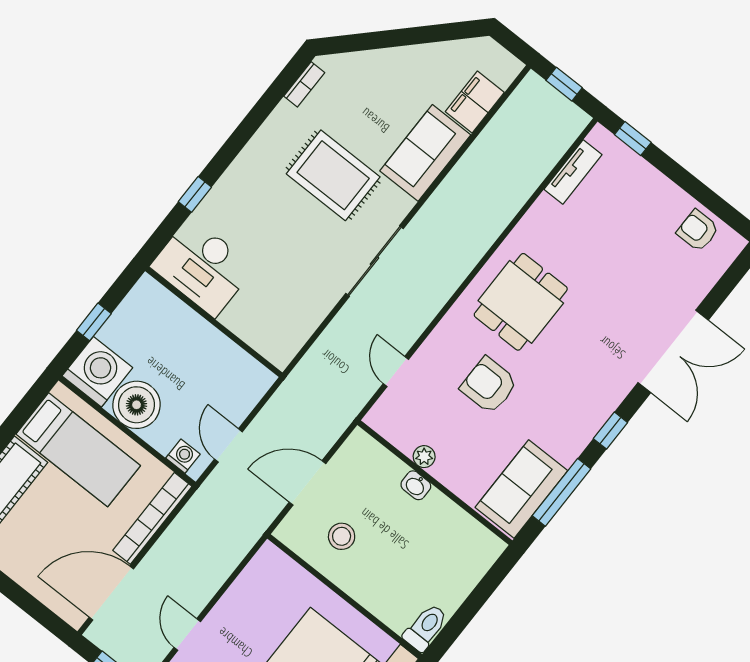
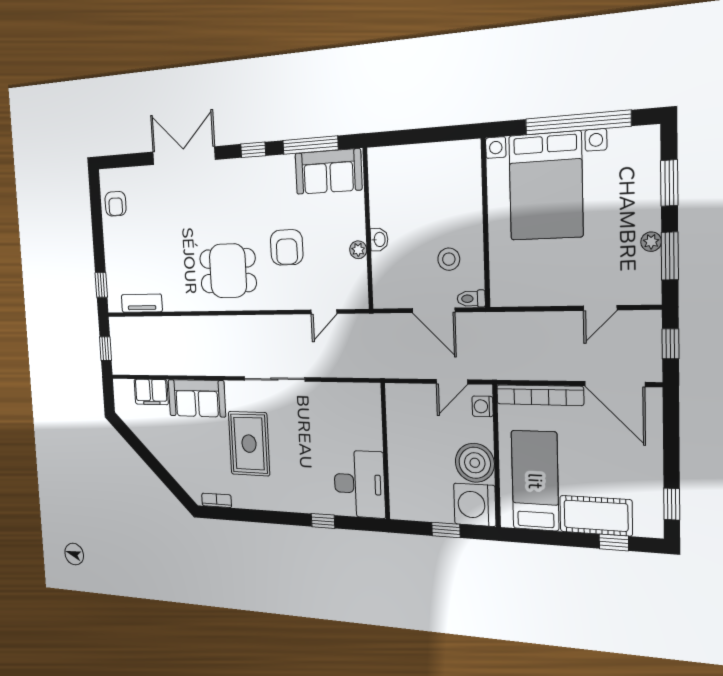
toilet: (426, 627) -> (471, 299), moved, width x0.73, depth x0.72

